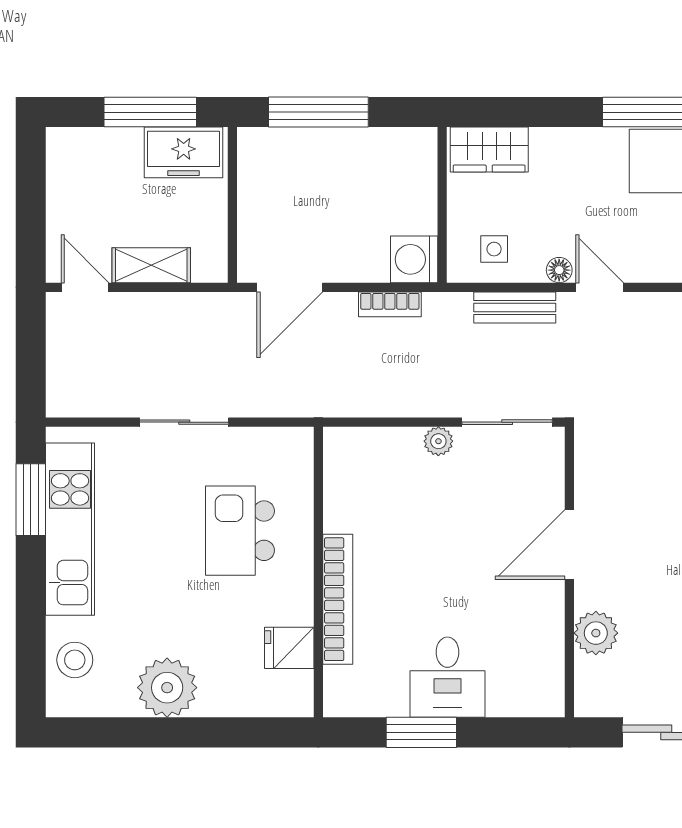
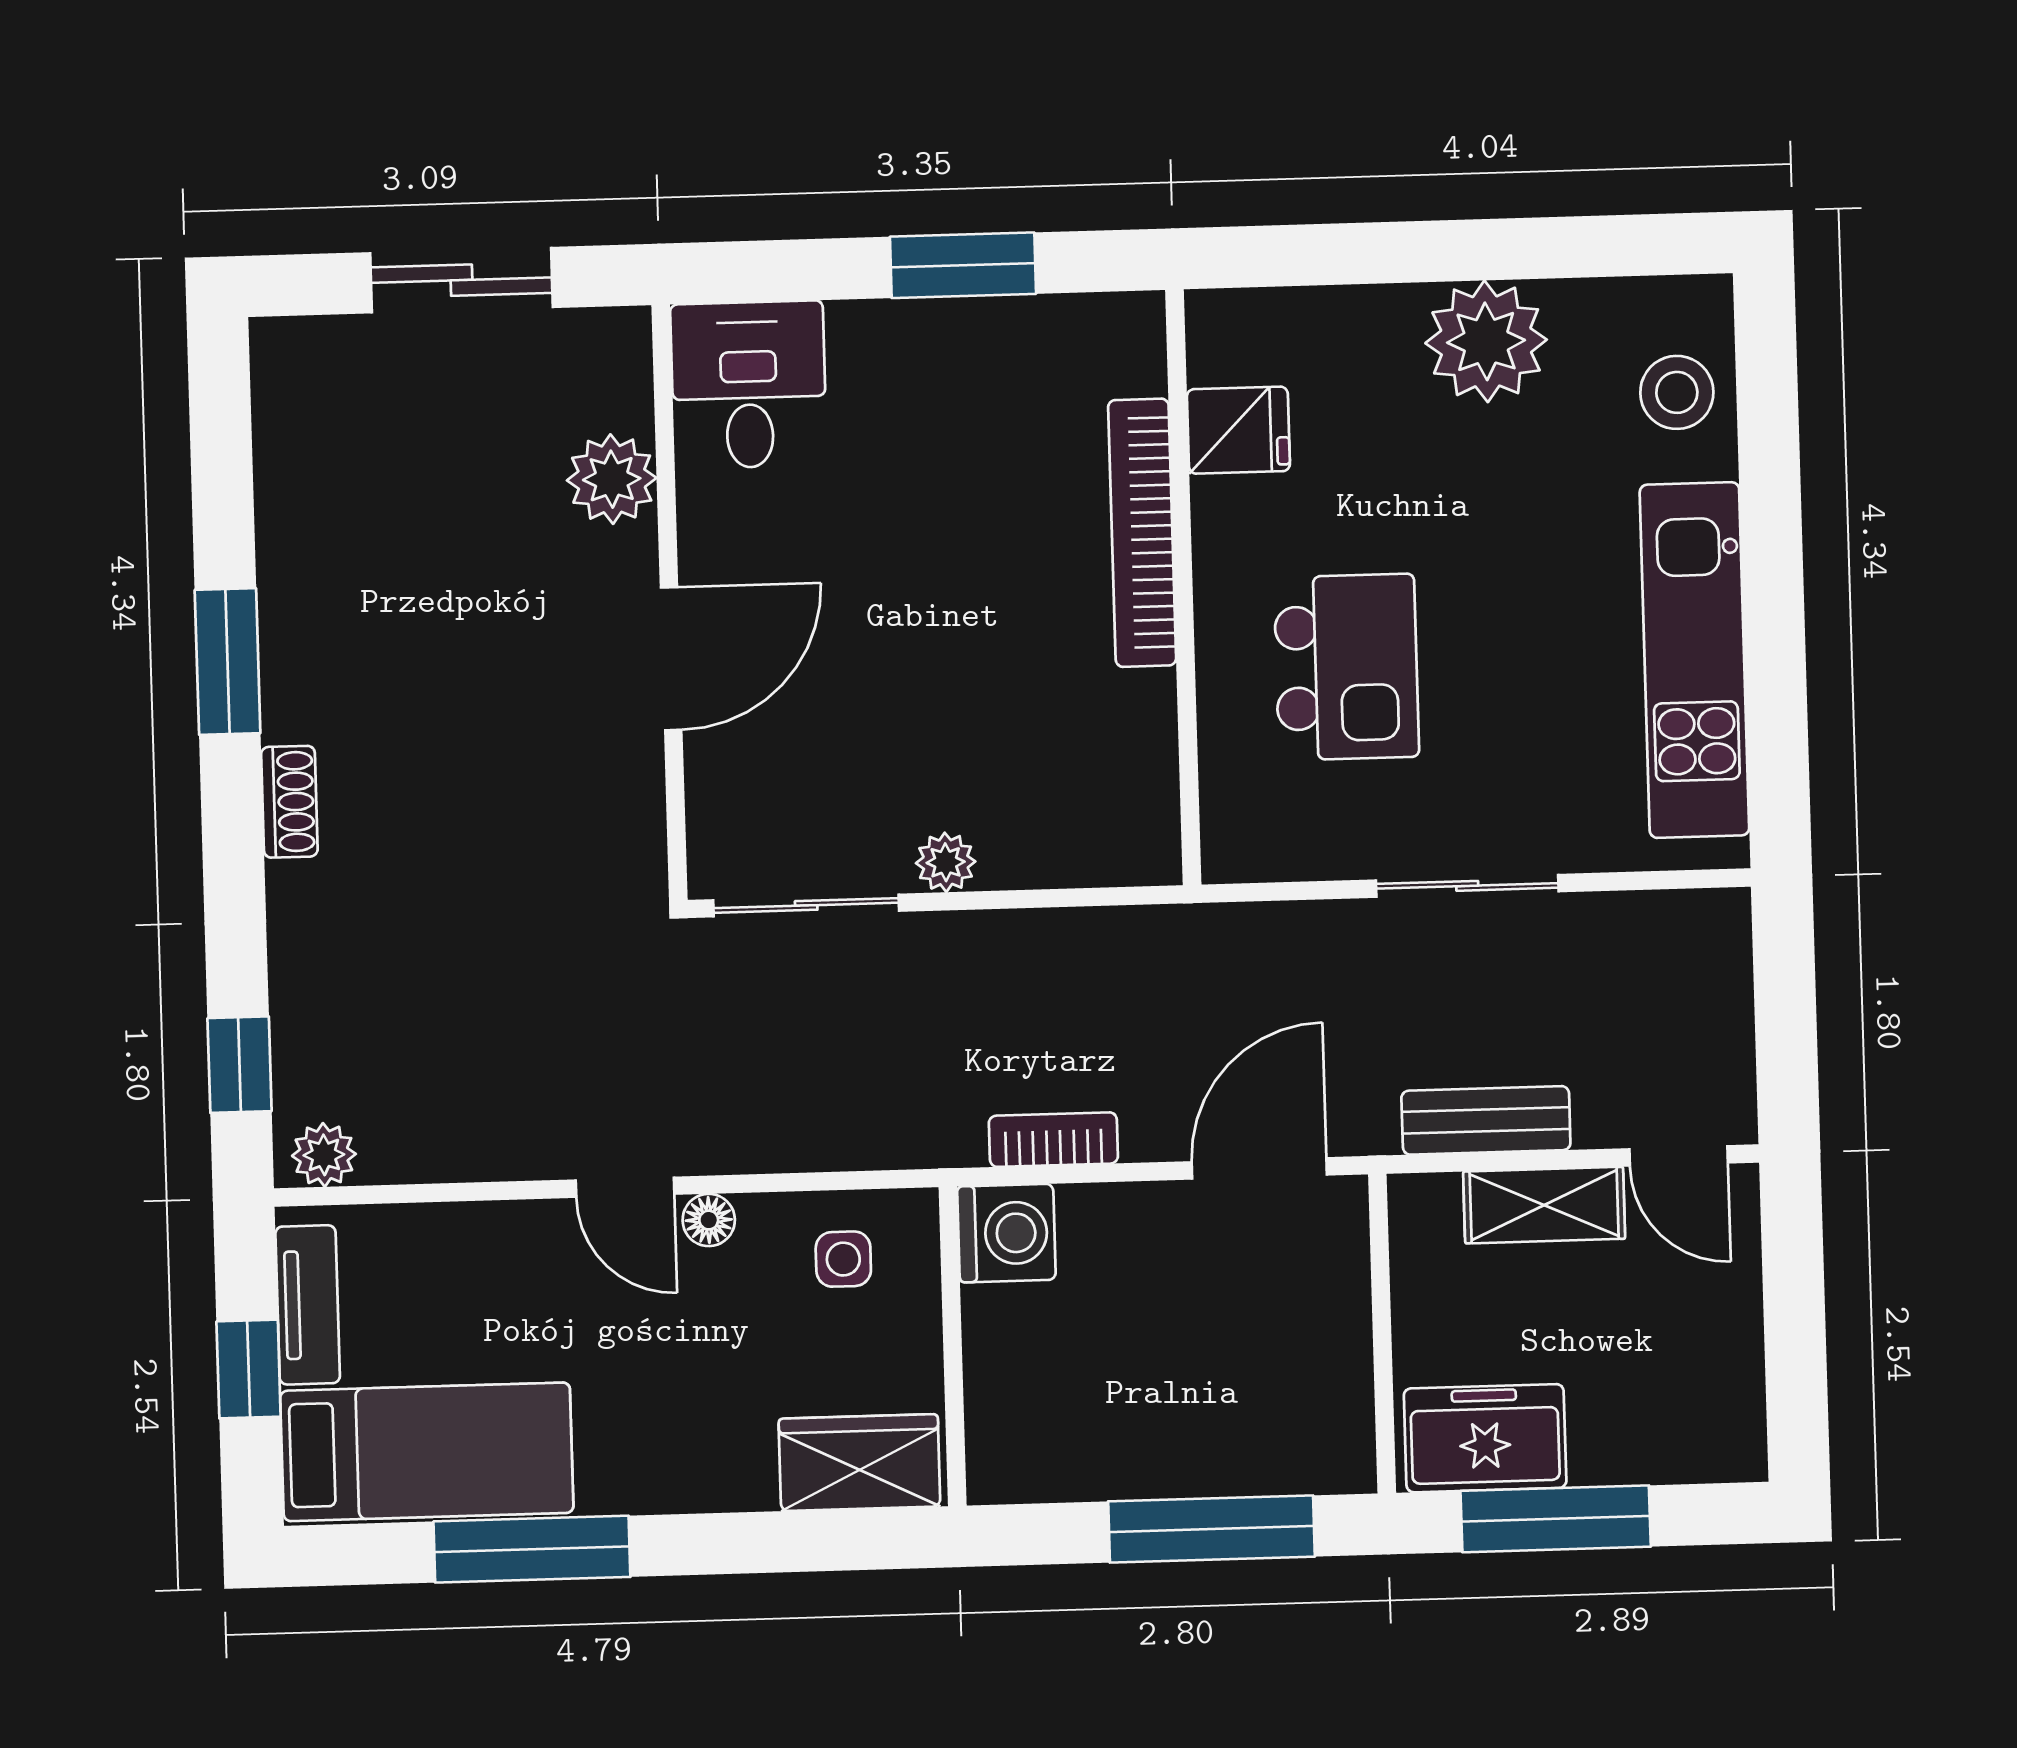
bench: (515, 307) -> (1486, 1120), moved
window: (31, 500) -> (1777, 718), removed
desk: (447, 677) -> (749, 385), moved

